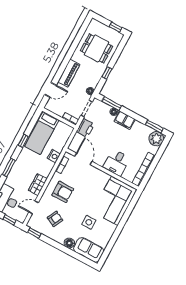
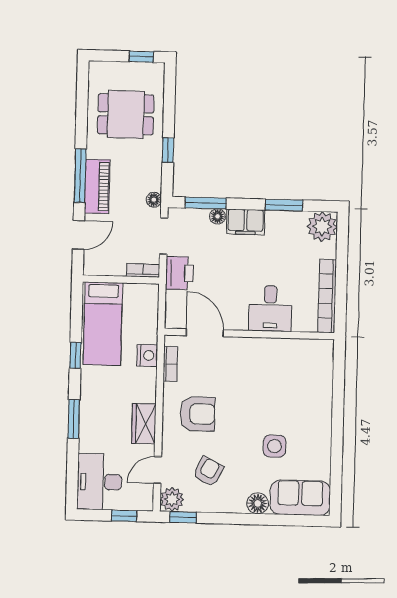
window: (64, 65) -> (80, 176), added
window: (154, 126) -> (284, 205), moved
corner sofa: (115, 201) -> (303, 381), removed
plant: (34, 223) -> (172, 499), added

